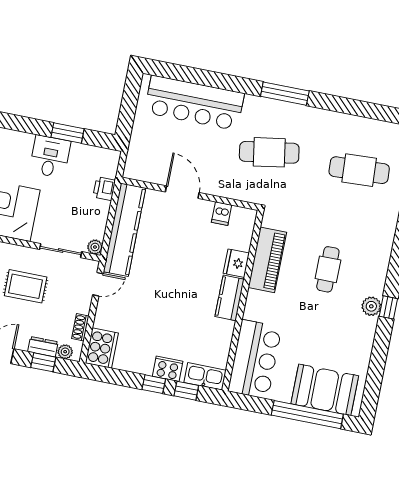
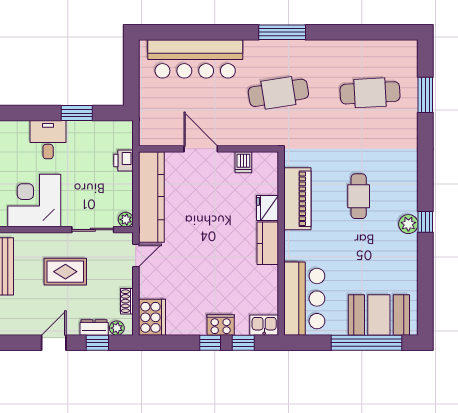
desk: (50, 157) -> (48, 140), moved
kitchen sink: (205, 376) -> (264, 325), width x0.73

